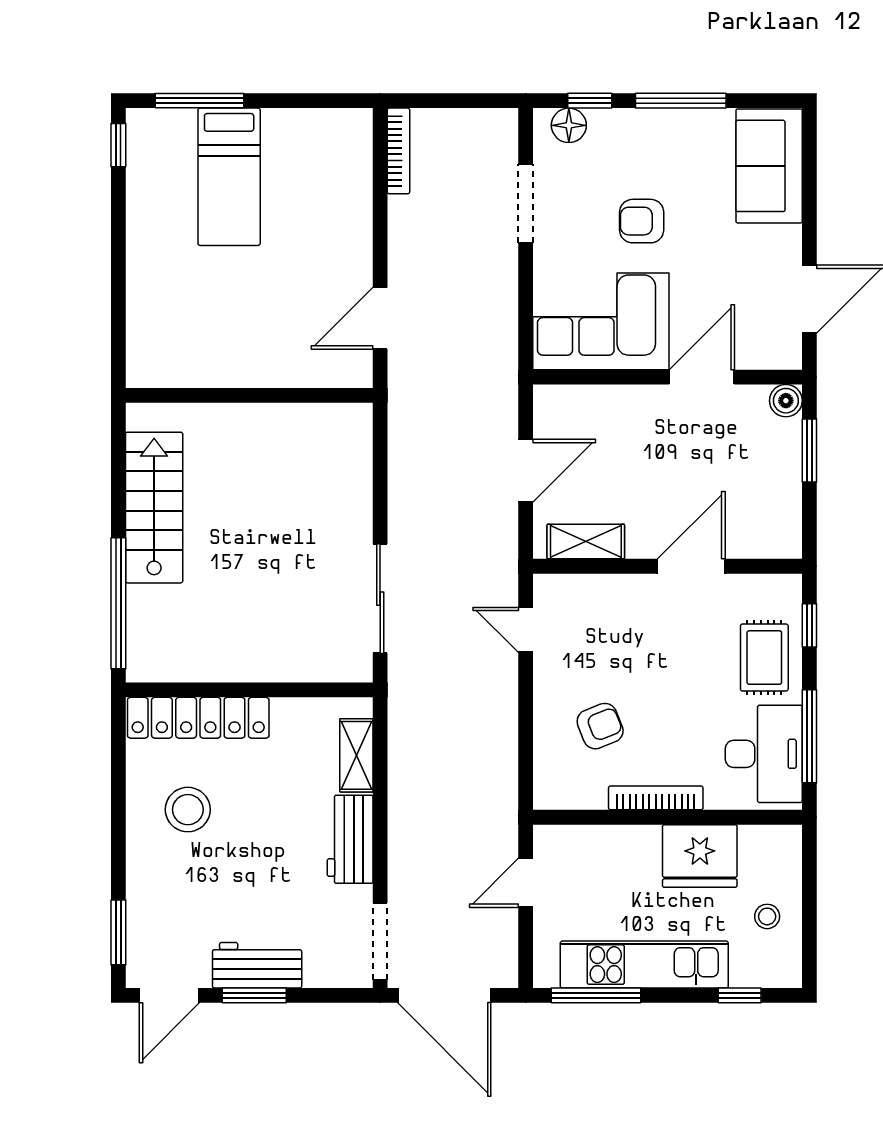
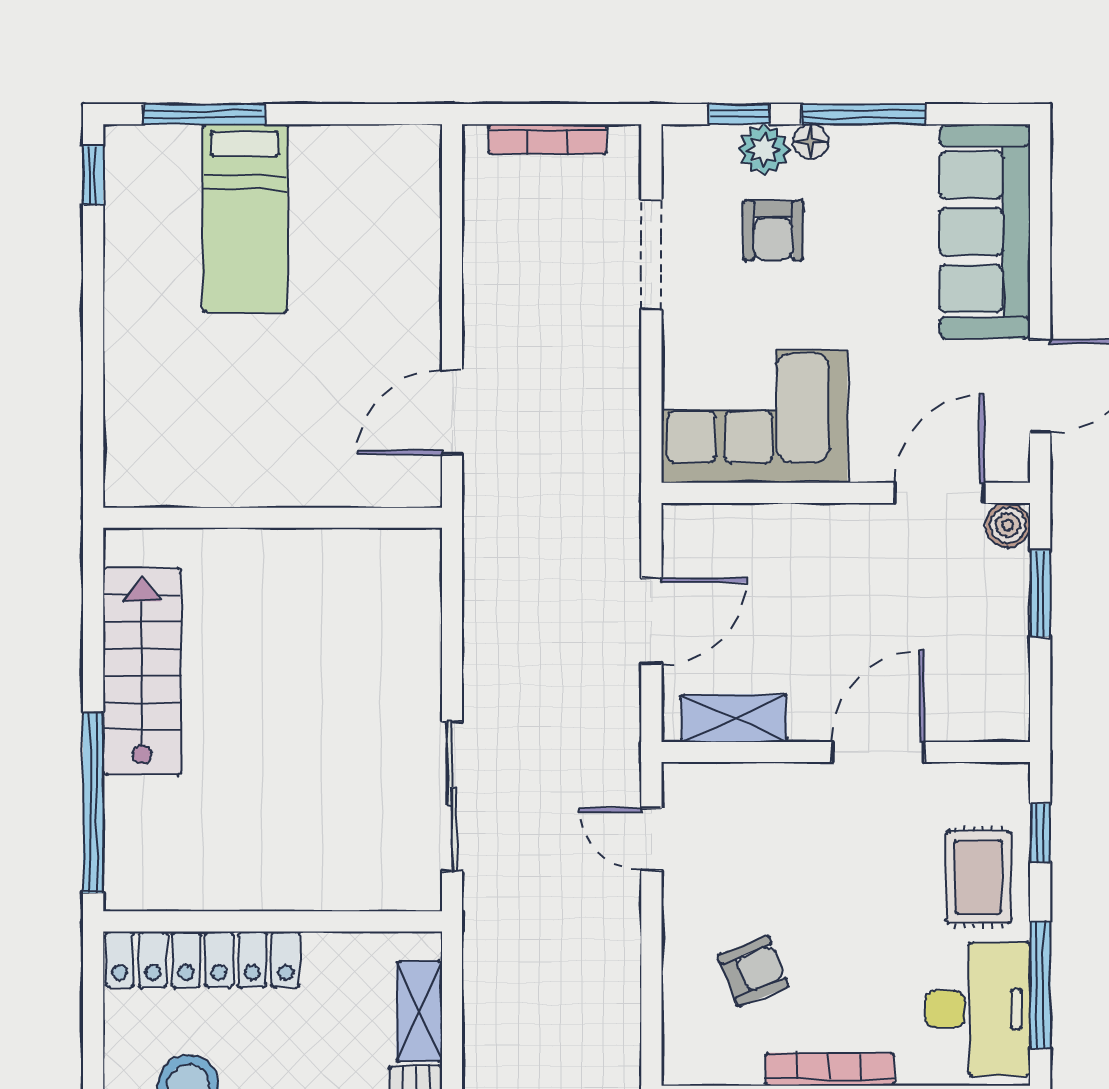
floor lamp: (569, 125) -> (811, 141), moved, width x0.73, depth x0.73
plant: (608, 127) -> (764, 150), added
bookcase: (398, 151) -> (547, 139), moved, turned 90
sofa: (769, 166) -> (985, 232), width x1.36
armchair: (642, 221) -> (773, 230), moved, turned -90
door: (702, 377) -> (939, 493), moved

